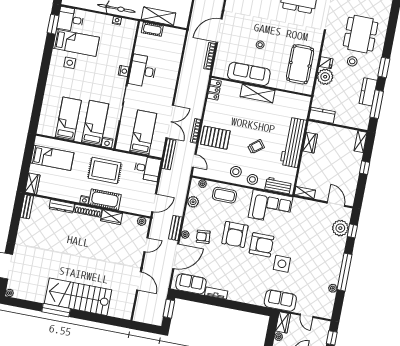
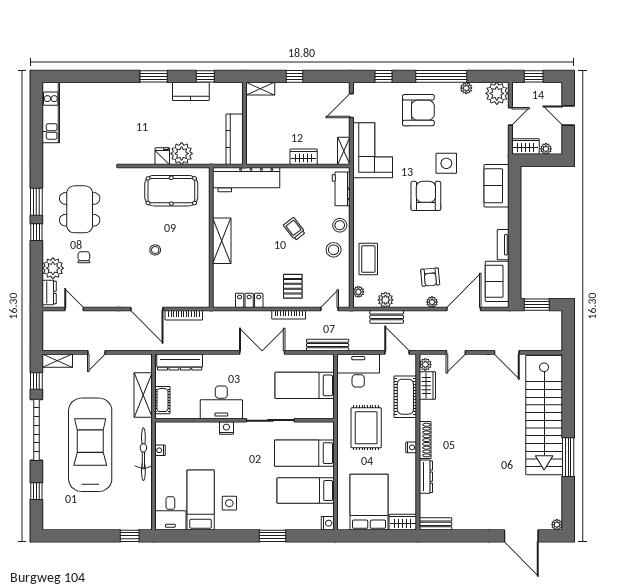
window: (53, 24) -> (272, 536), moved
dining table: (361, 34) -> (115, 117), removed
dresser: (177, 47) -> (180, 362), added
stool: (352, 61) -> (154, 121), removed
sofa: (249, 74) -> (198, 258), removed
locker: (214, 90) -> (249, 300), moved
window: (377, 104) -> (205, 76), width x0.46
kitchen counter: (322, 115) -> (235, 139), width x1.50
double door: (170, 121) -> (262, 352), moved
pallet: (215, 138) -> (293, 286), width x0.67, depth x0.71
workbench: (293, 142) -> (246, 180), moved
nightstand: (107, 143) -> (328, 523), moved
wardrobe: (310, 143) -> (304, 157), moved
bed: (52, 158) -> (369, 502), width x1.50
desk: (147, 169) -> (358, 371), width x1.37
cot: (105, 199) -> (405, 397), moved
corner sofa: (270, 207) -> (373, 150), moved
wardrobe: (112, 217) -> (427, 386), moved
bench: (175, 228) -> (387, 317), moved
plant: (340, 228) -> (497, 93), moved
armchair: (235, 234) -> (418, 110), moved
door: (146, 245) -> (456, 352), swing flipped
door: (176, 256) -> (464, 309), hinge flipped
door: (139, 281) -> (507, 352), swing flipped
stairs: (78, 297) -> (544, 415), width x1.36
sofa: (280, 301) -> (497, 186), moved

